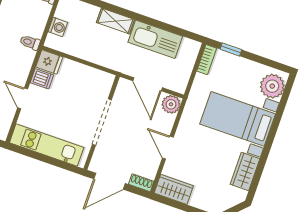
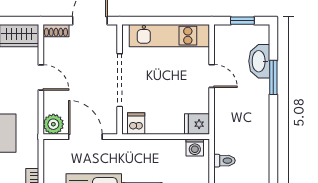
washing machine: (58, 27) -> (195, 148), moved, turned -90
toilet: (30, 42) -> (225, 161), moved
dishwasher: (42, 79) -> (136, 124), moved, turned 90

